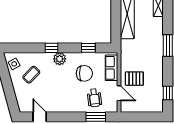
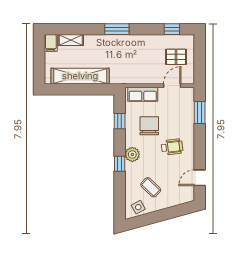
pallet: (134, 79) -> (176, 57), moved, turned 90
wheelchair: (94, 98) -> (172, 147), moved

